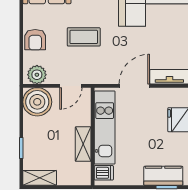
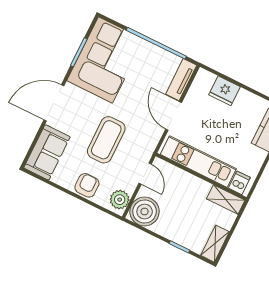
coffee table: (84, 37) -> (106, 140), width x1.36, depth x1.32
armchair: (35, 40) -> (87, 185), turned -90
shelving: (83, 144) -> (226, 199), moved

